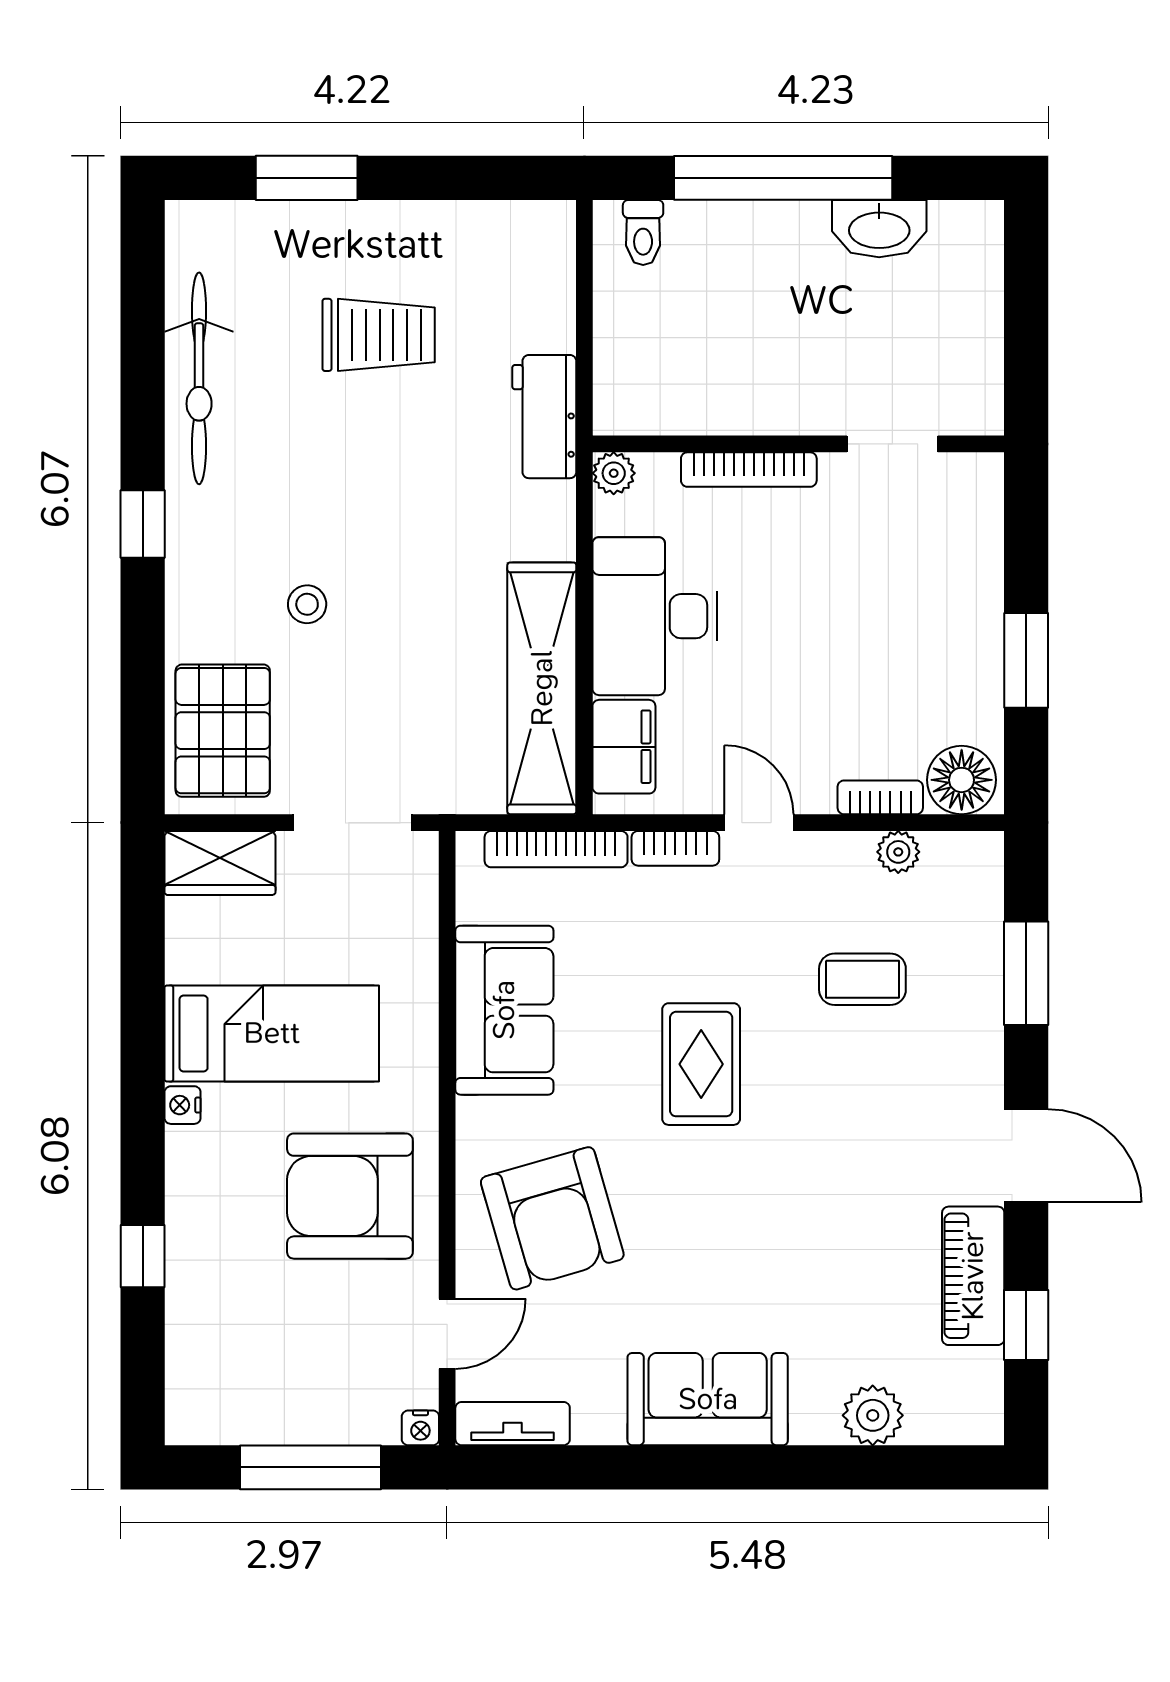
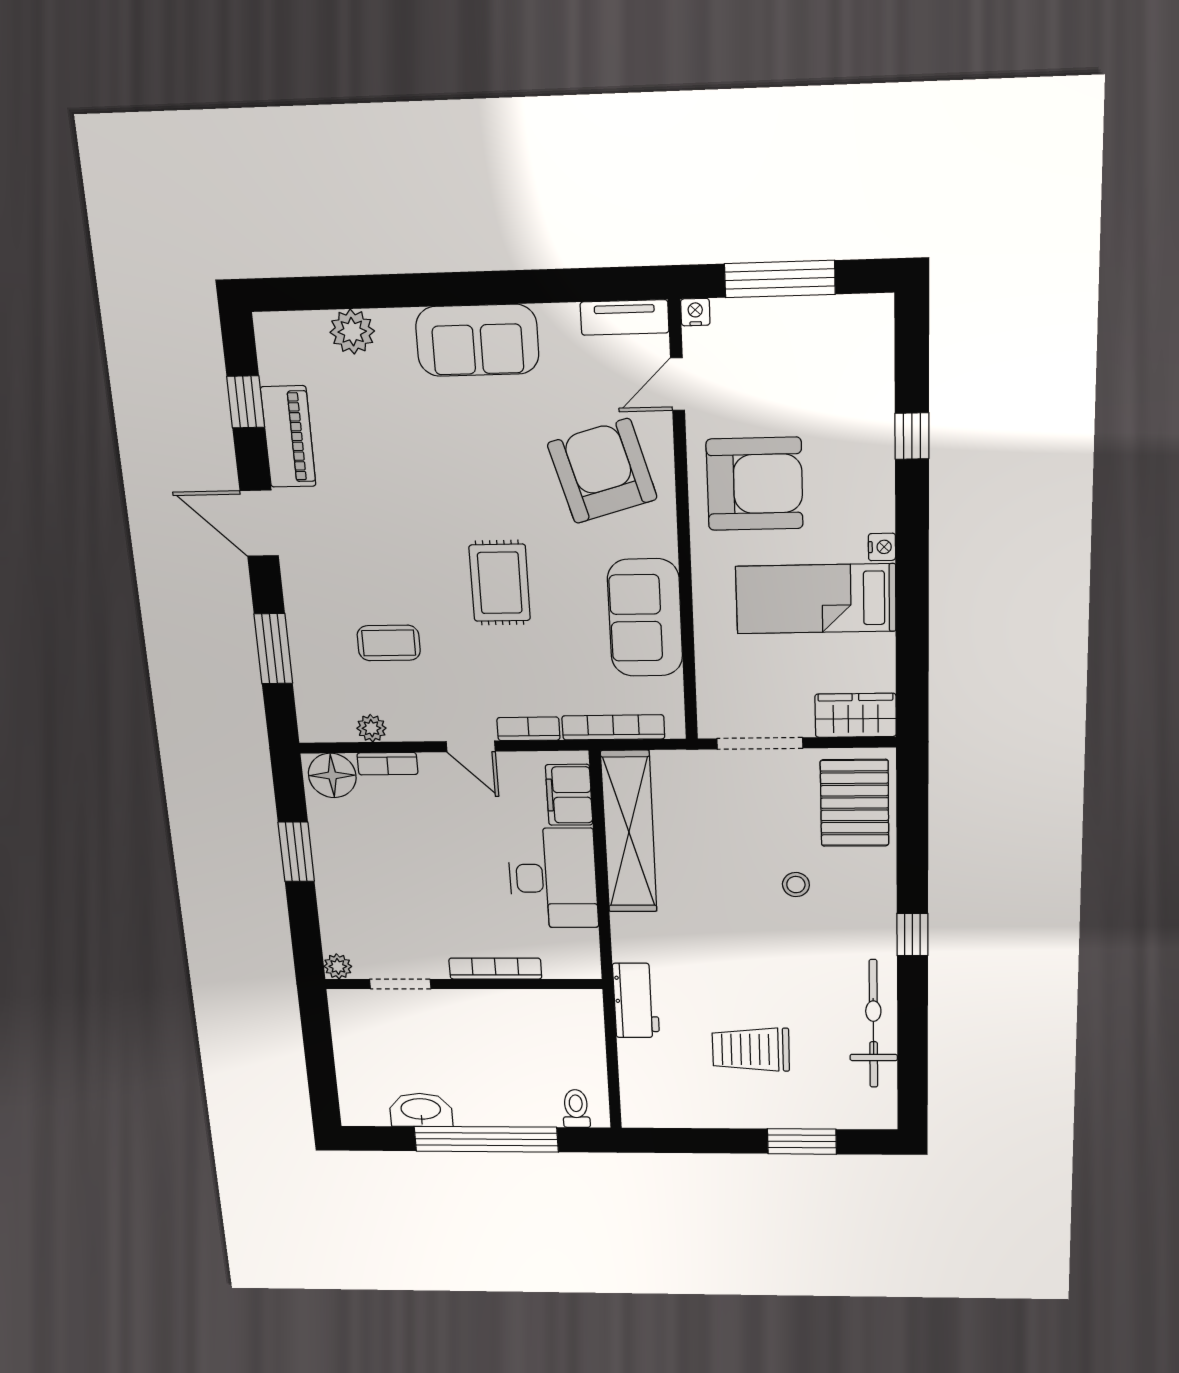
plant: (614, 473) -> (338, 966), moved

